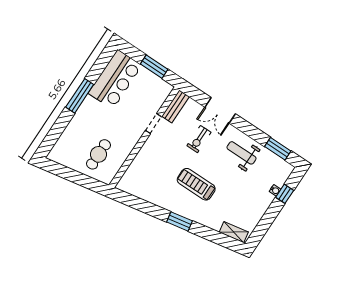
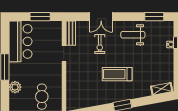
plant: (76, 125) -> (15, 87), added

